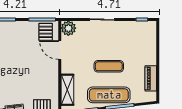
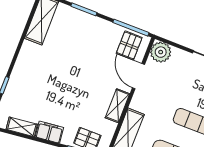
shelving: (53, 75) -> (117, 106), added

